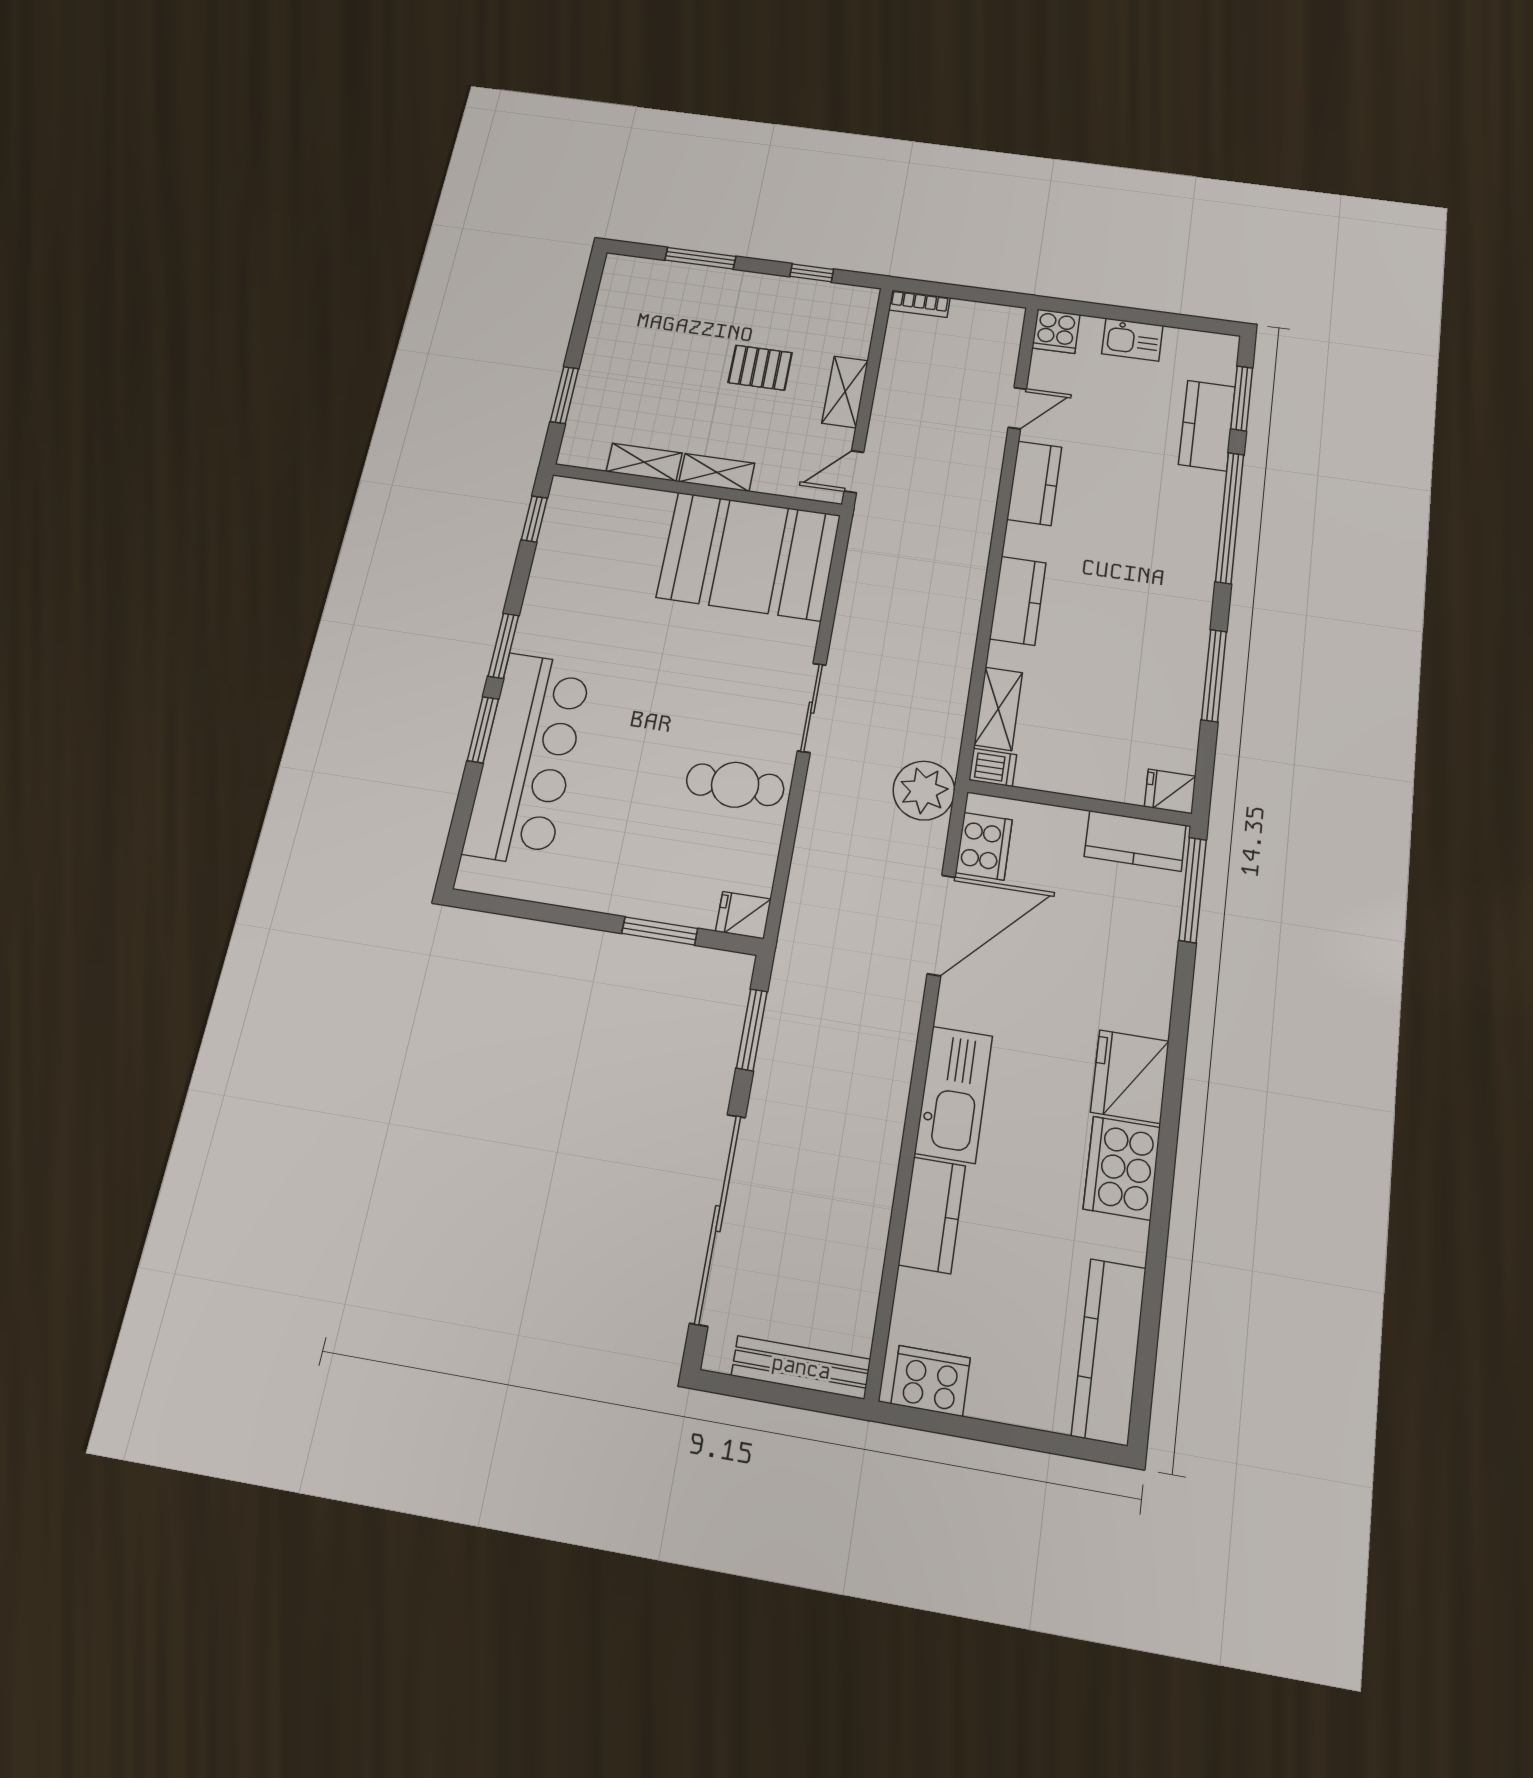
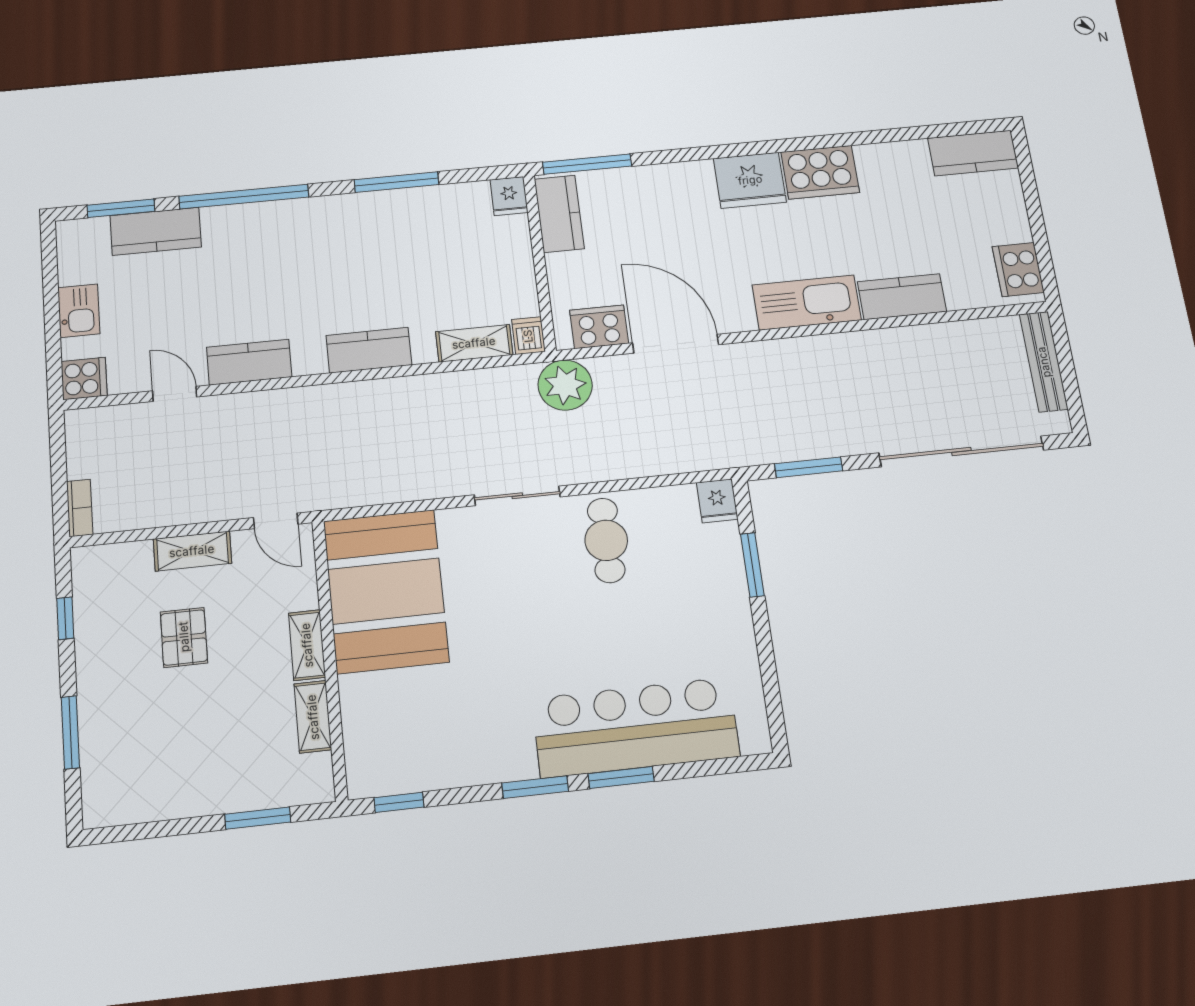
kitchen counter: (1109, 1351) -> (973, 153), width x0.67

